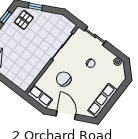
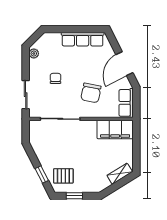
filing cabinet: (28, 76) -> (115, 129), added

